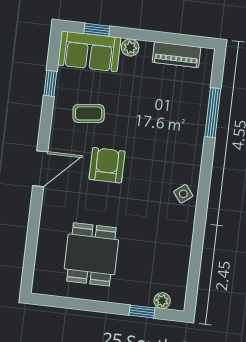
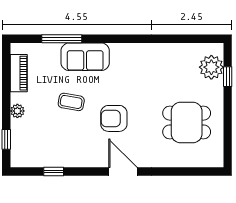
sofa: (89, 51) -> (85, 57), moved, turned 90
coffee table: (89, 113) -> (71, 102), moved, turned -74
side table: (183, 194) -> (130, 55), removed
plant: (162, 301) -> (211, 67), width x1.88, depth x1.88

